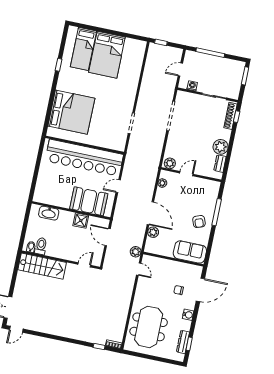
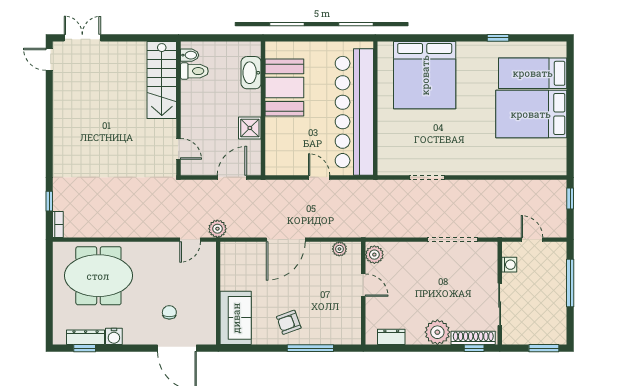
plant: (221, 147) -> (437, 332), moved
booth: (89, 201) -> (284, 88), moved
plant: (153, 232) -> (256, 251), removed
water cooler: (188, 315) -> (114, 336), moved

